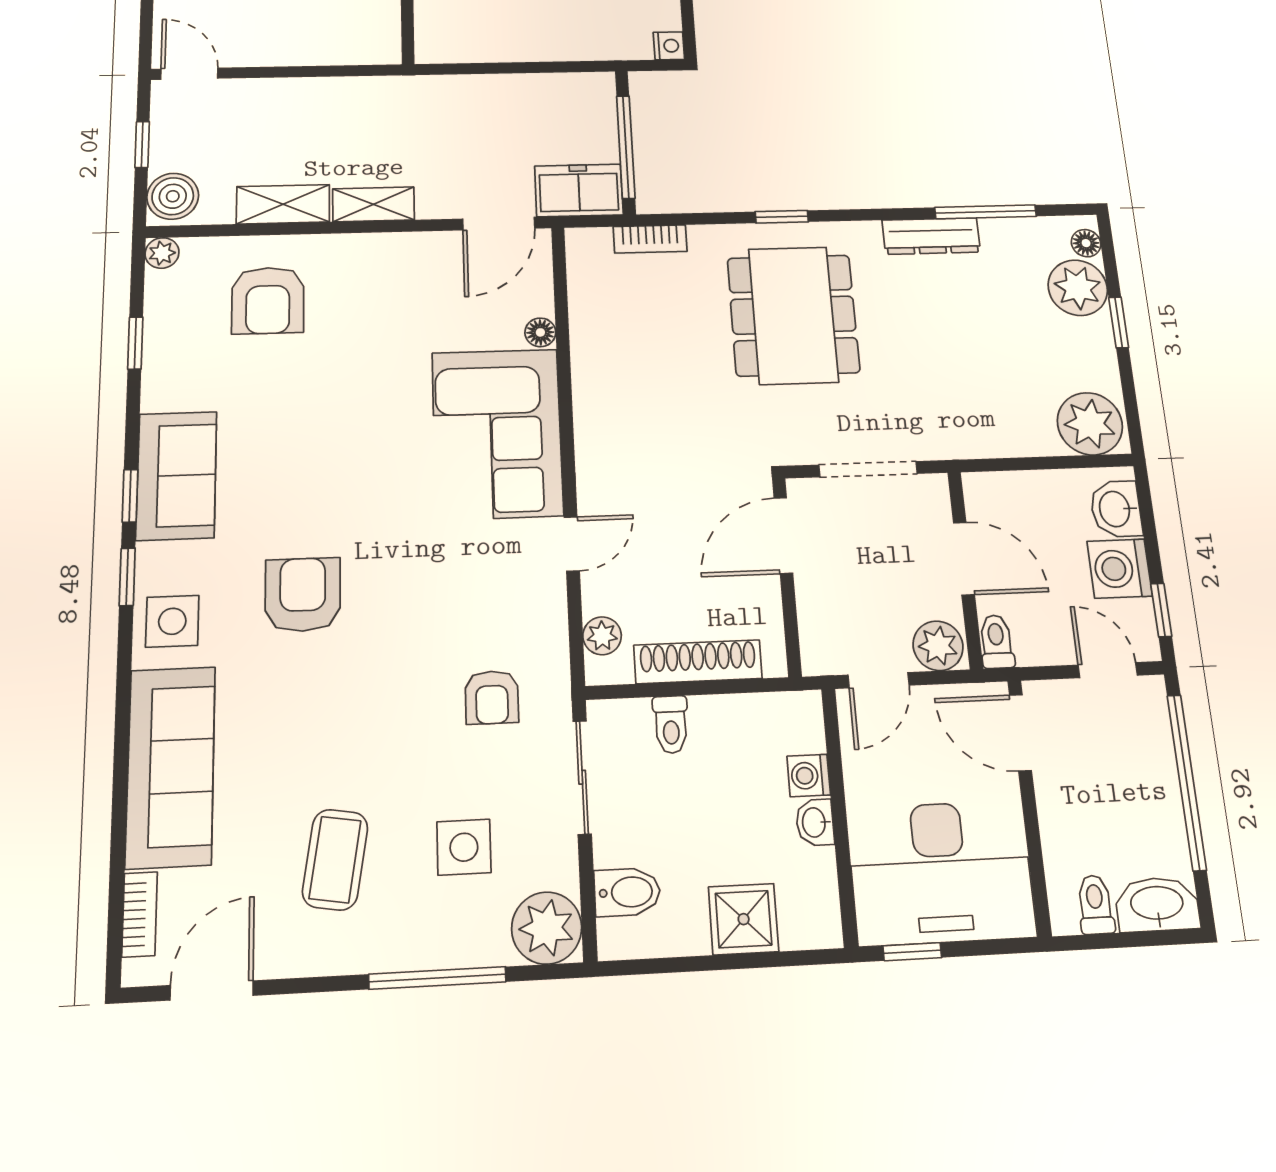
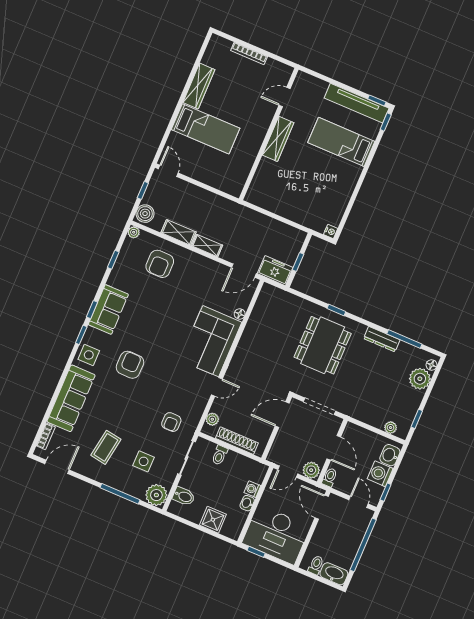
window: (626, 147) -> (298, 262), width x0.46
bookcase: (650, 239) -> (290, 298), removed
window: (1119, 322) -> (417, 419), moved
plant: (1090, 424) -> (391, 428), width x0.53, depth x0.53

